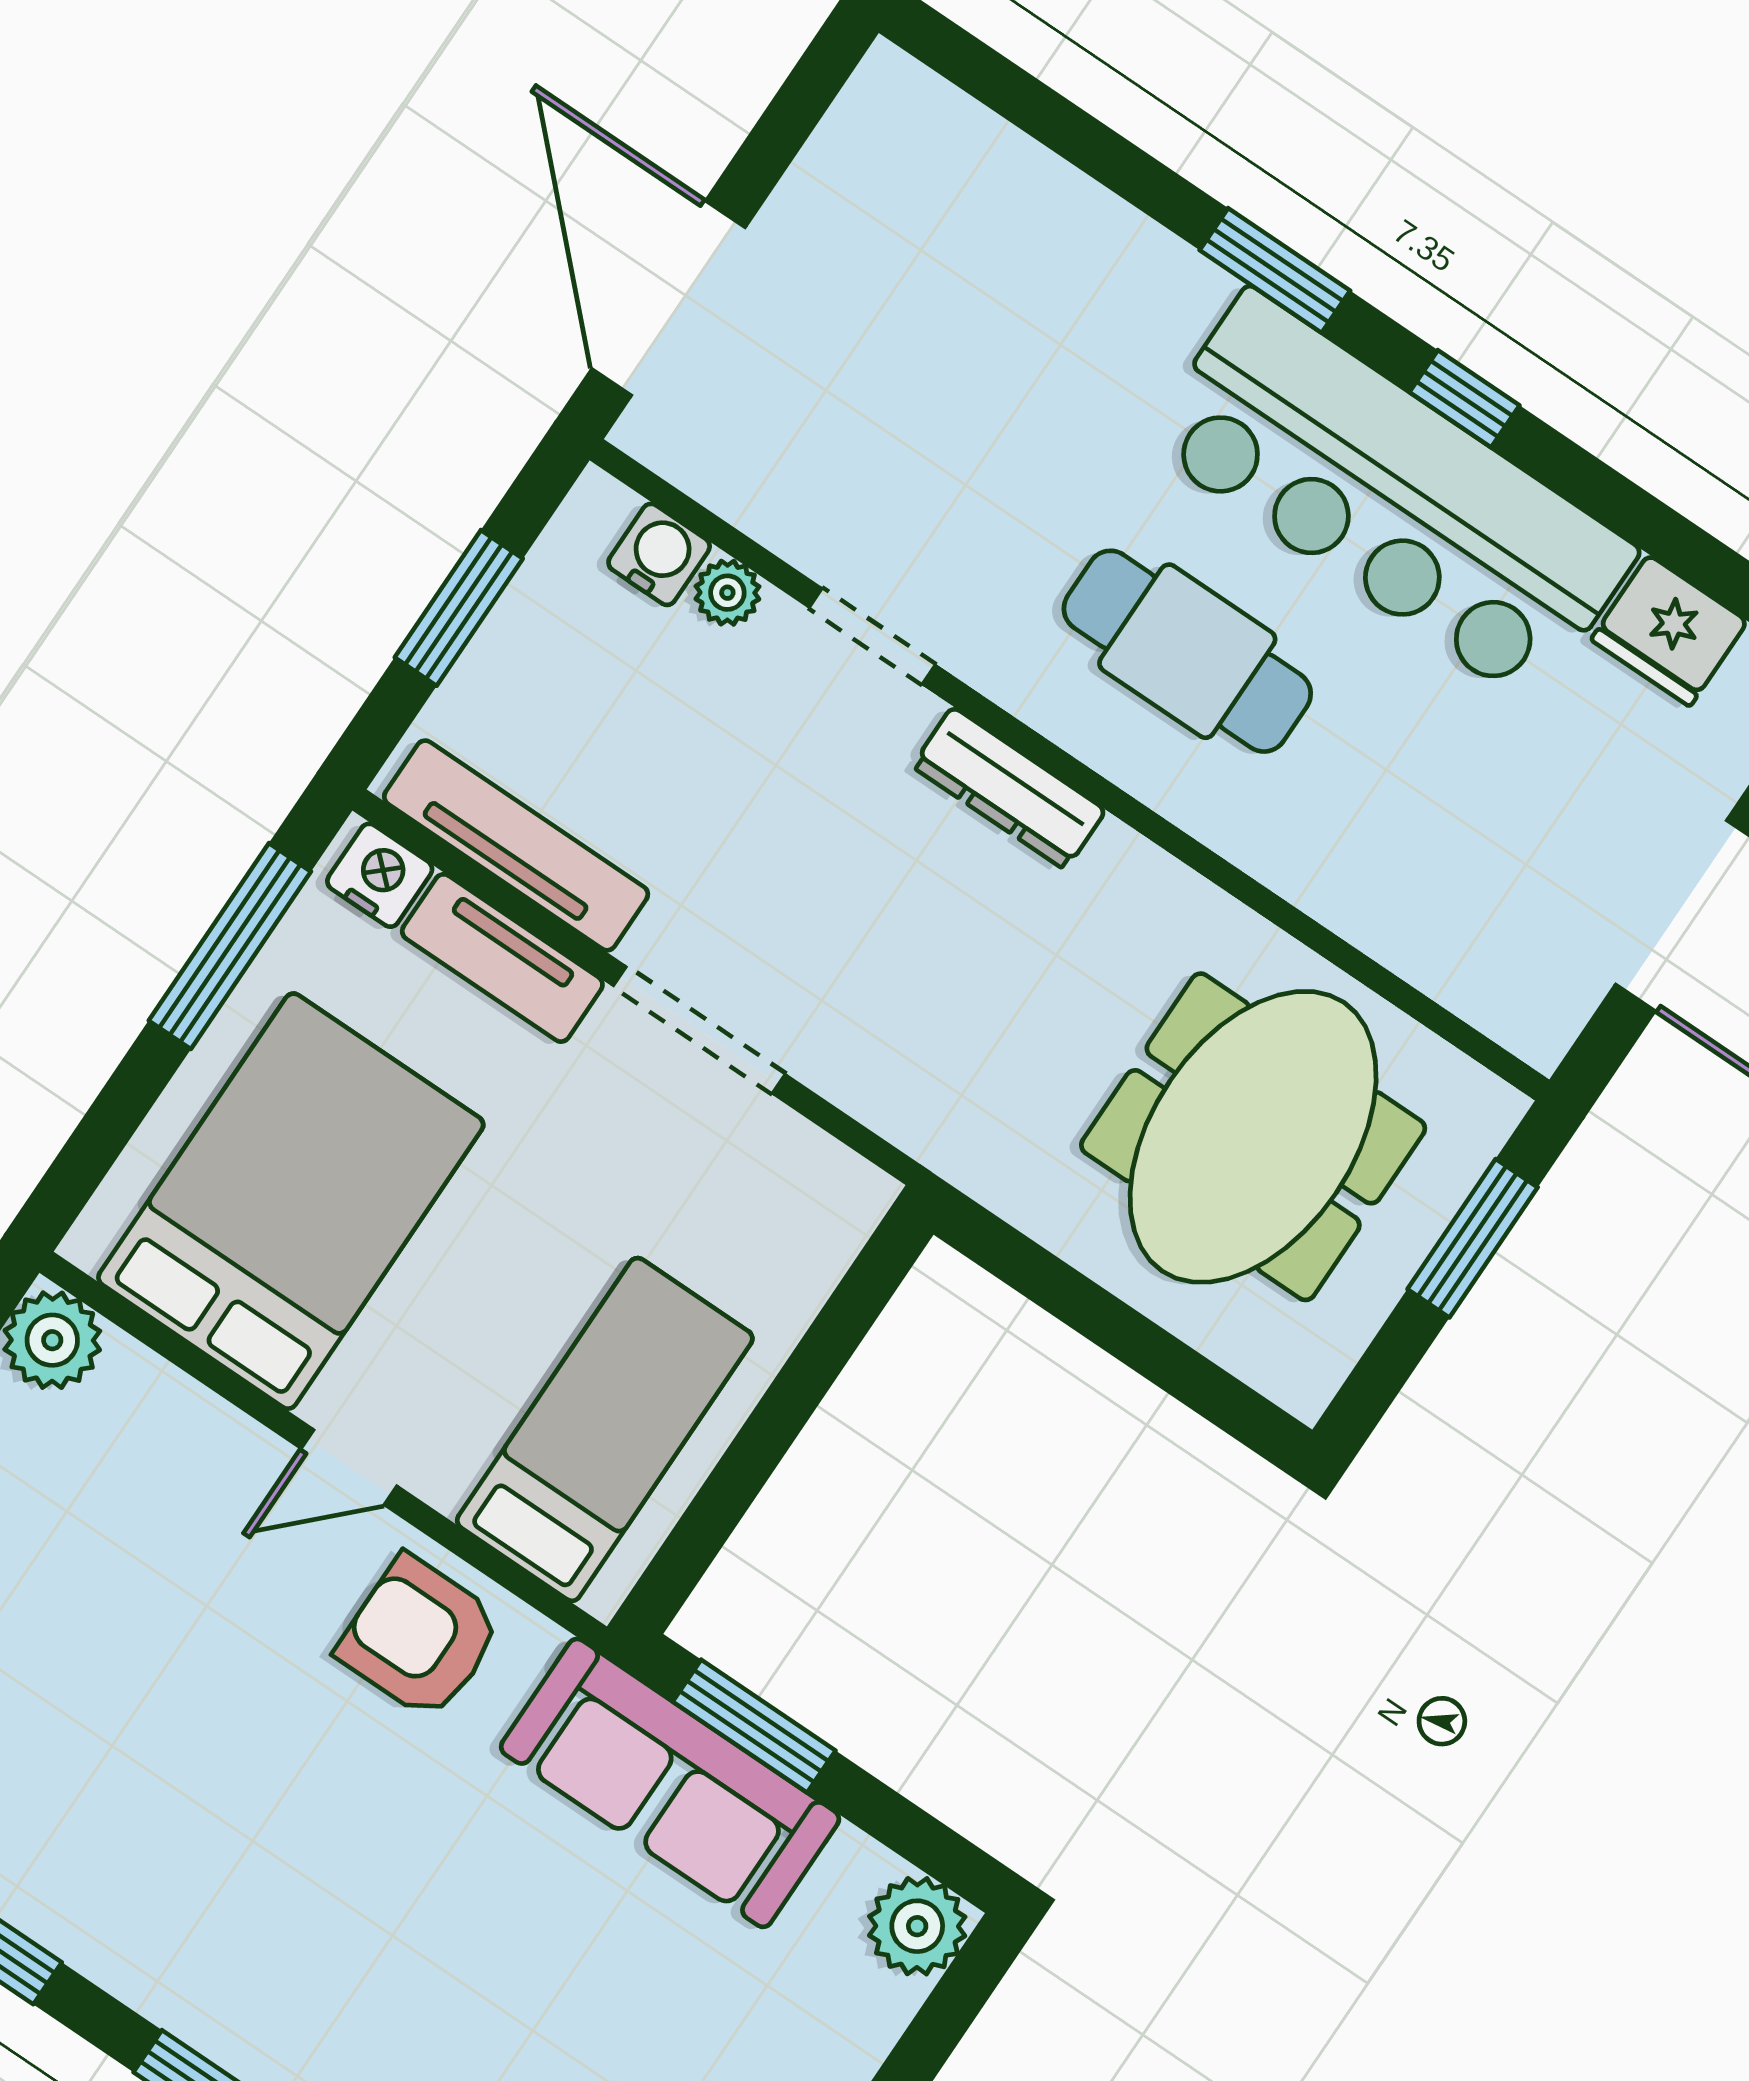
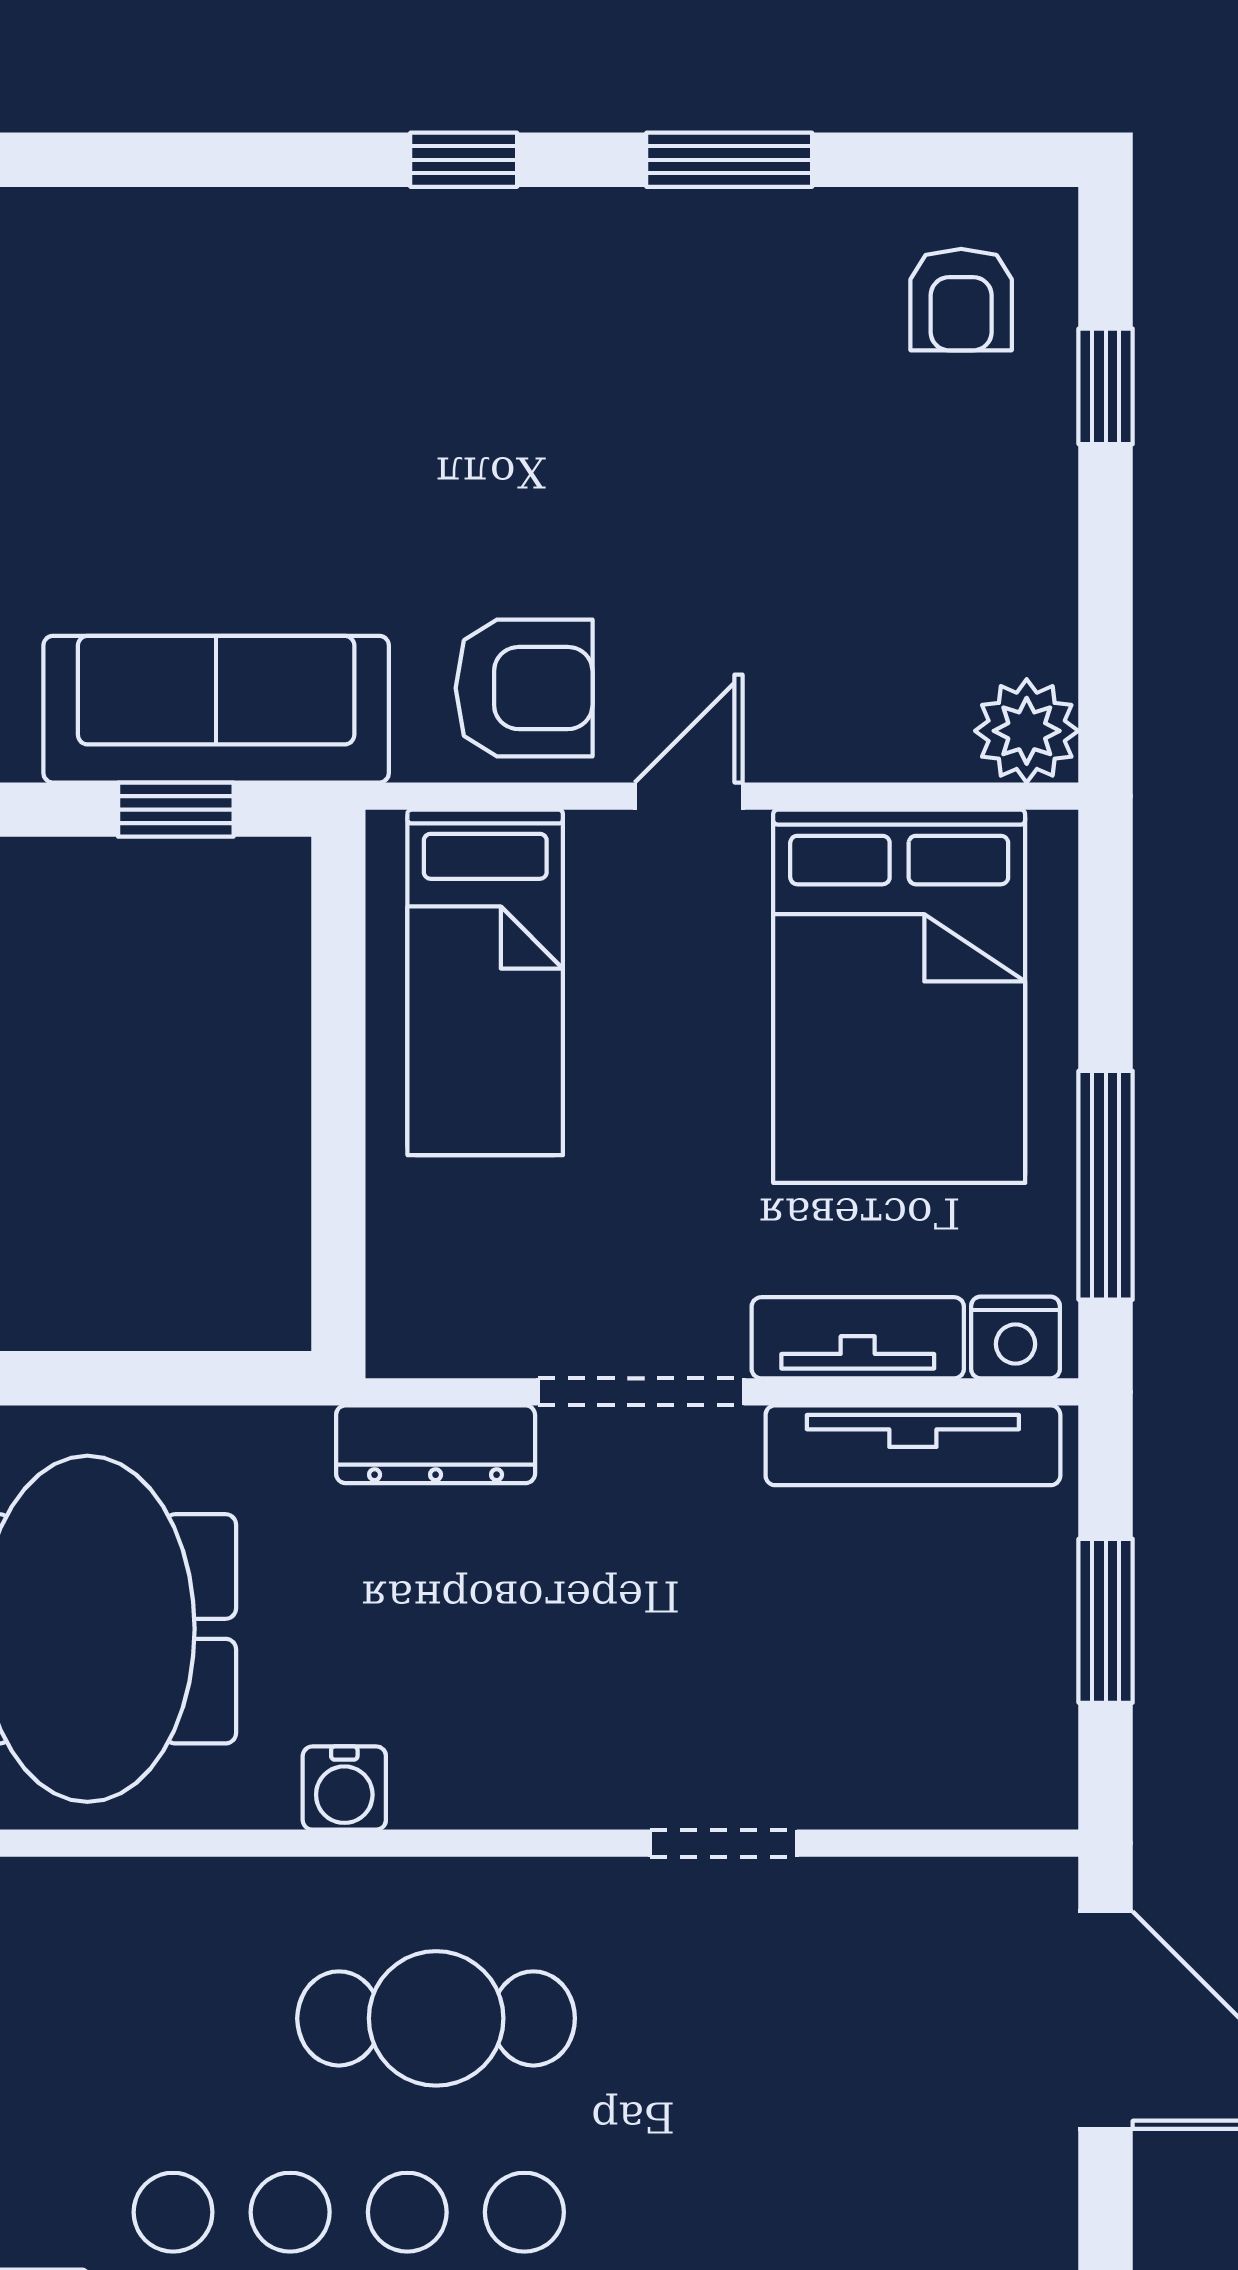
water cooler: (659, 554) -> (344, 1788), moved
plant: (727, 593) -> (877, 1795), removed
dresser: (1009, 788) -> (436, 1444), moved, turned 180
window: (754, 1726) -> (176, 810), width x0.67

